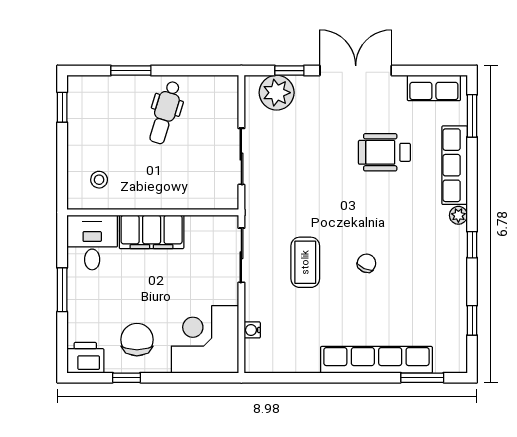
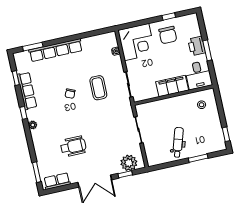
row of seats: (455, 165) -> (27, 91), moved
printer: (85, 358) -> (197, 46), moved, turned 90

